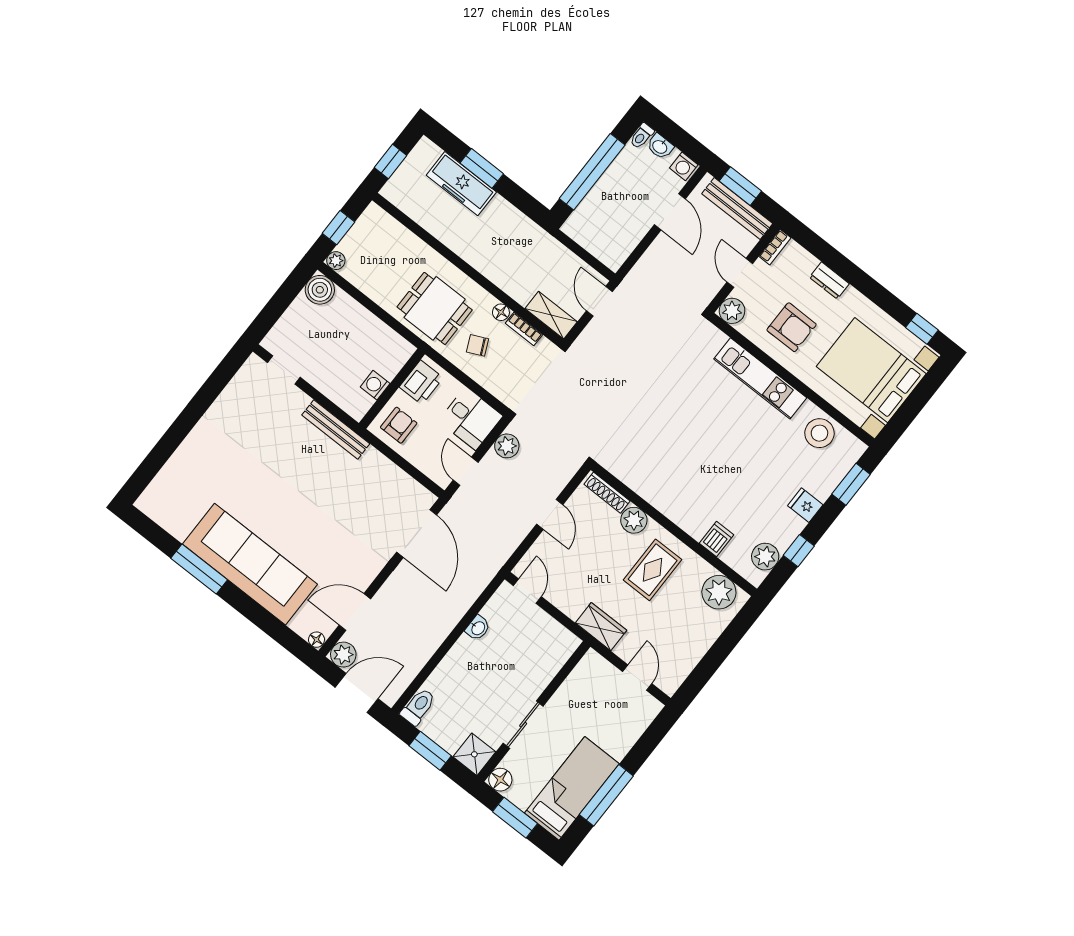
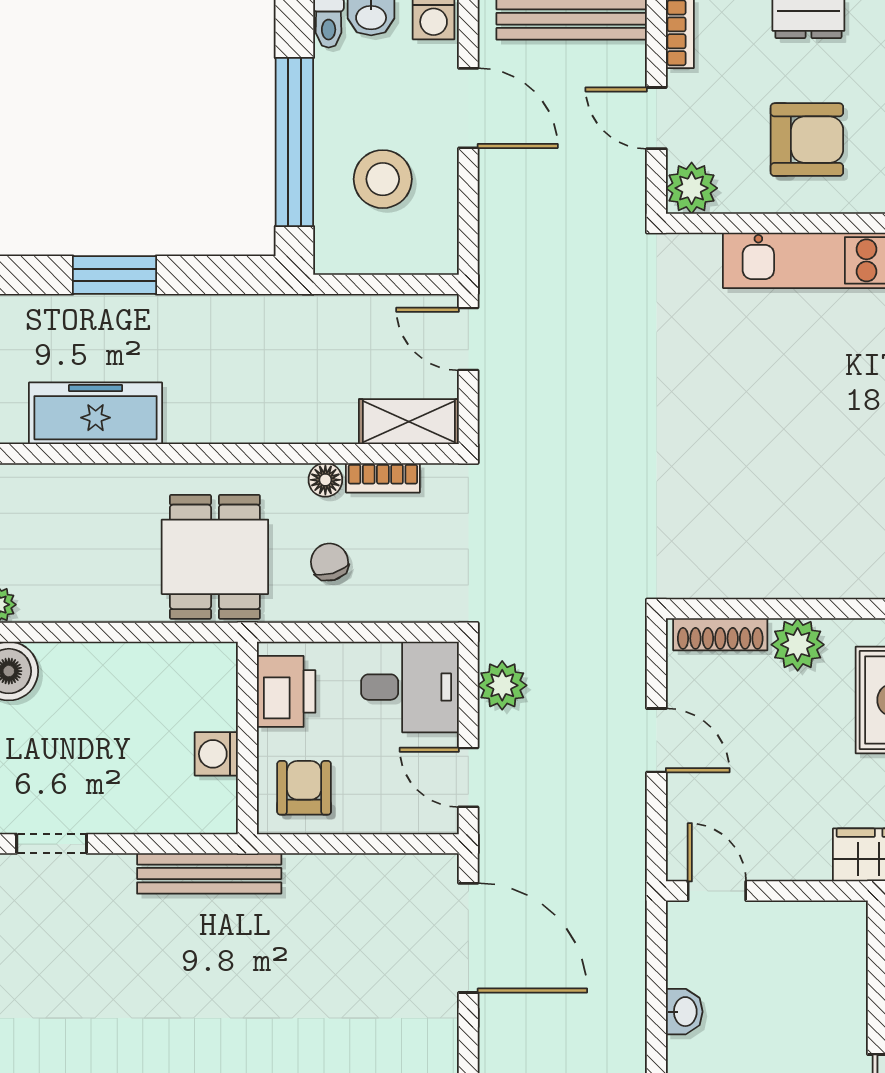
freezer: (461, 184) -> (96, 413), moved, turned 180
stool: (615, 213) -> (383, 179), added
dining table: (435, 308) -> (215, 557), turned 90
chair: (478, 345) -> (330, 562), turned 99

